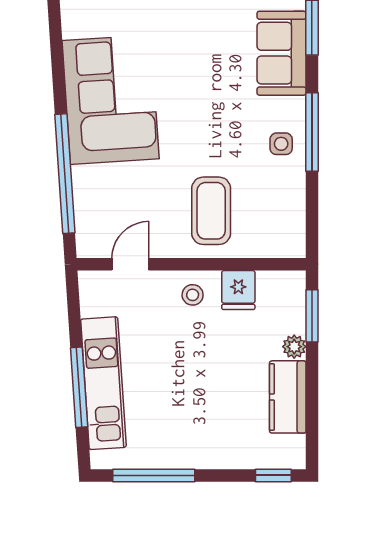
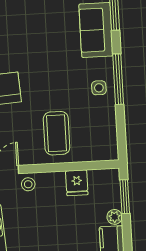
stool: (193, 295) -> (28, 184), moved

